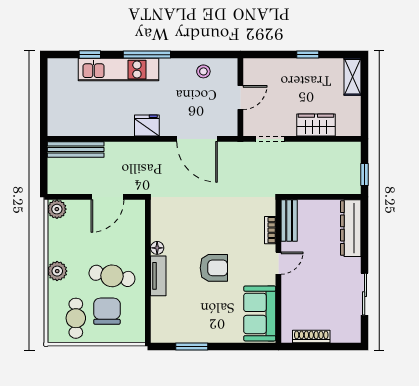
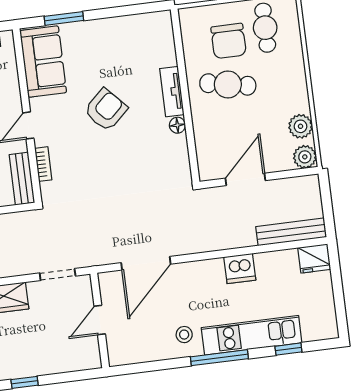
stool: (203, 71) -> (184, 335), moved
dishwasher: (121, 125) -> (240, 268), added
fridge: (147, 126) -> (314, 258), moved
door: (197, 139) -> (146, 263), swing flipped
armchair: (214, 268) -> (106, 110), turned 137
plant: (57, 271) -> (301, 126), moved
window: (192, 346) -> (64, 18), moved

